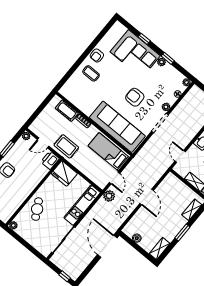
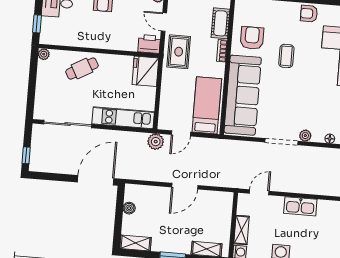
coffee table: (91, 73) -> (286, 56), moved
armchair: (135, 97) -> (252, 38), moved

